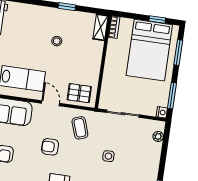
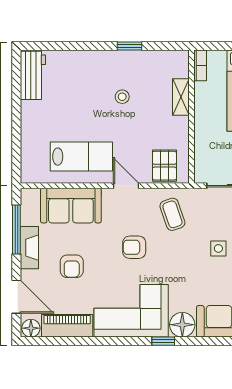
shelving: (100, 27) -> (181, 97), moved
pallet: (79, 93) -> (164, 166), turned 90

